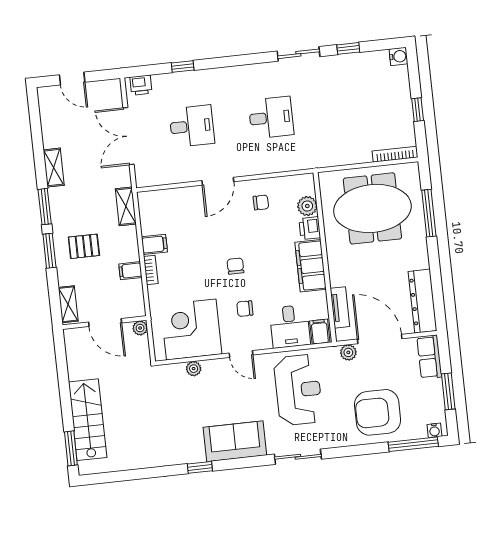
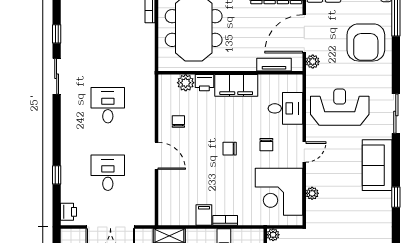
filing cabinet: (320, 332) -> (293, 84), removed

